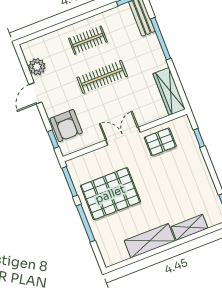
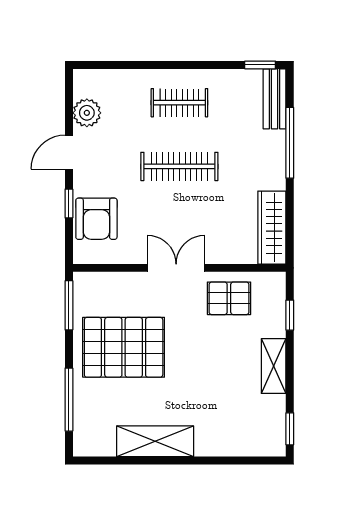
window: (53, 139) -> (69, 203), moved
window: (86, 223) -> (69, 400), moved
shelving: (189, 227) -> (274, 366), moved, turned 90

